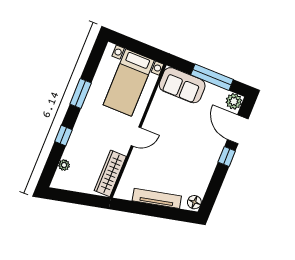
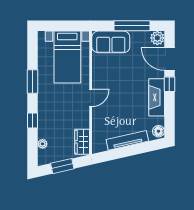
fireplace: (207, 165) -> (157, 97), added
wardrobe: (110, 173) -> (82, 142), width x0.67
window: (76, 198) -> (62, 166), added

